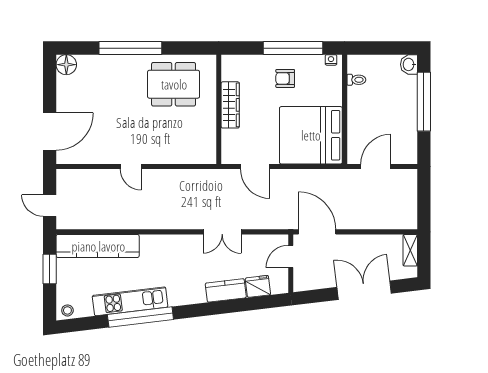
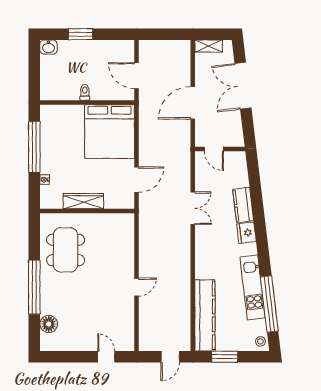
nightstand: (331, 60) -> (45, 180), moved
floor lamp: (66, 65) -> (49, 324), moved
armchair: (285, 78) -> (61, 154), removed
toilet: (356, 80) -> (85, 92), moved
window: (424, 102) -> (81, 34), width x0.47
door: (50, 131) -> (106, 357), width x0.53
door: (317, 232) -> (193, 103), moved
fridge: (258, 286) -> (246, 233), moved
window: (140, 317) -> (269, 304), moved

